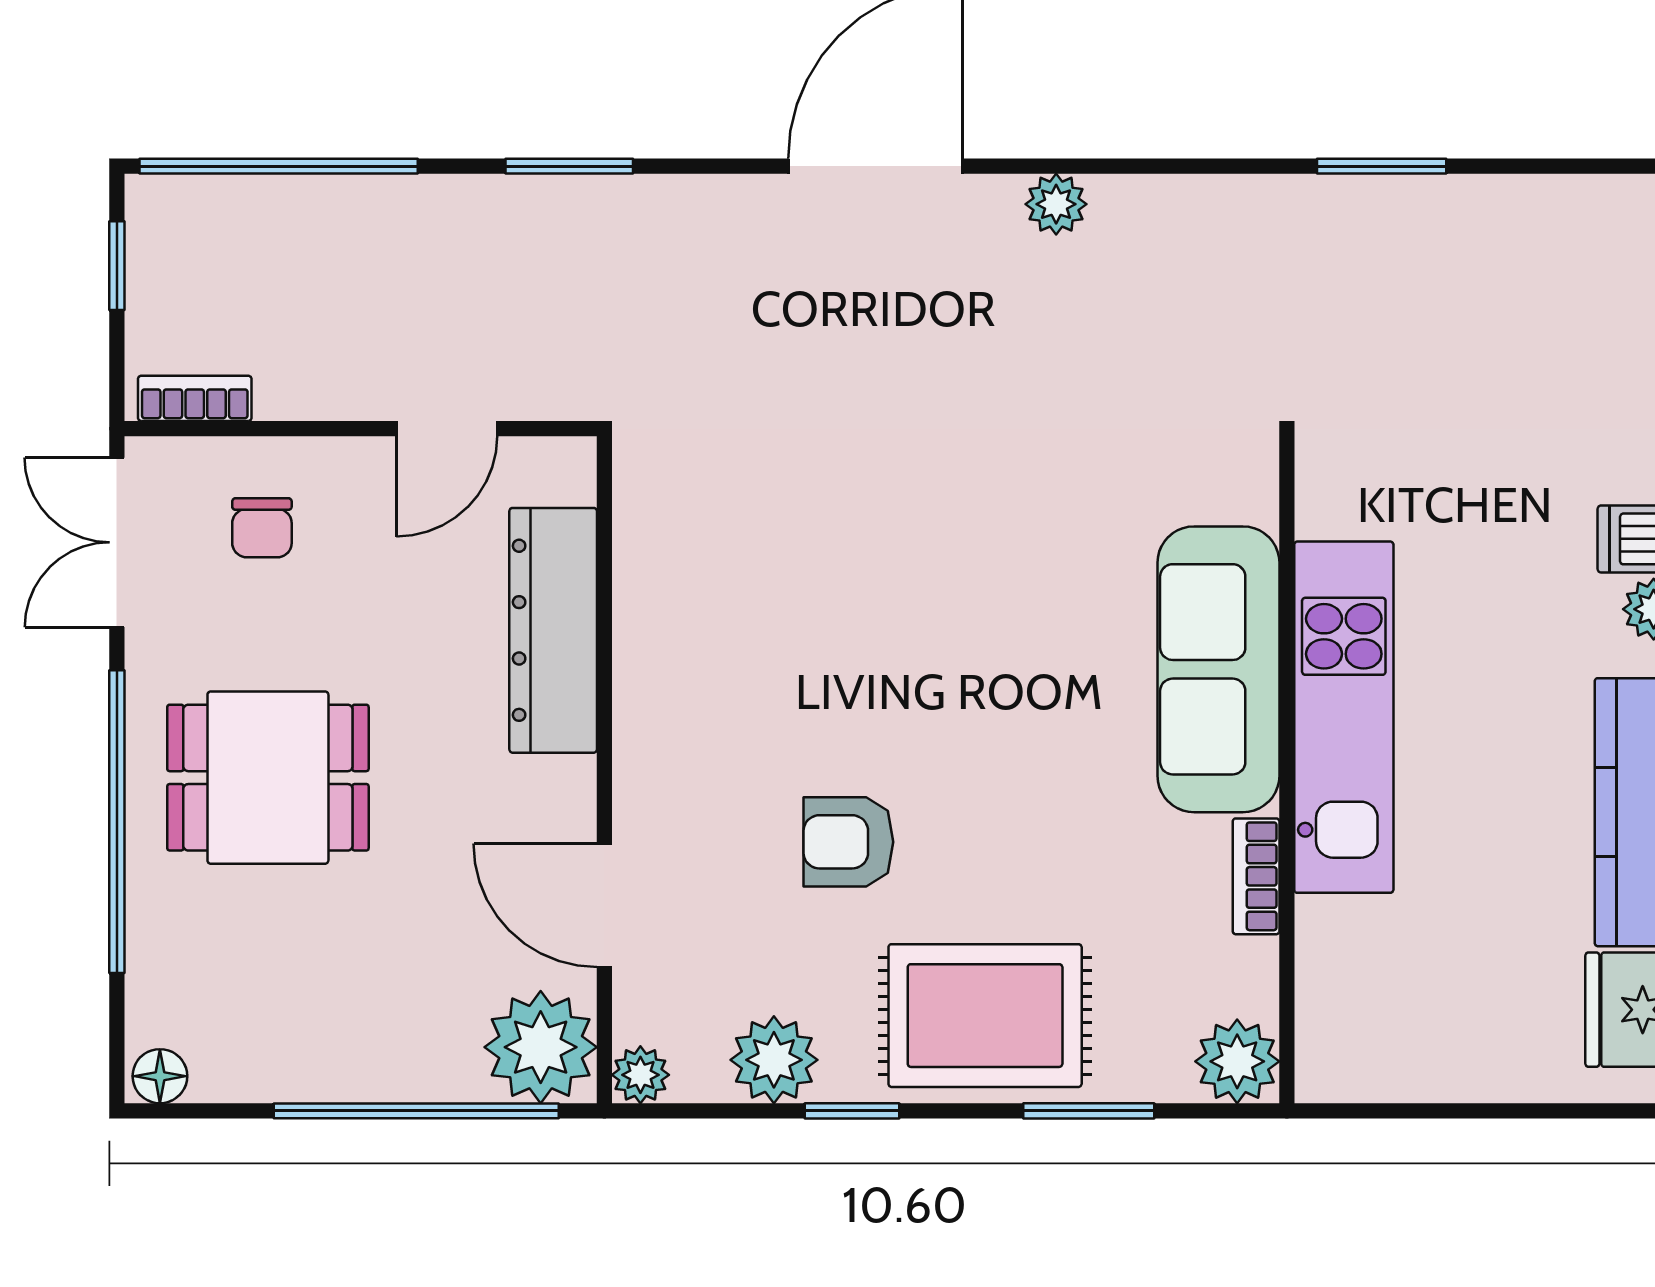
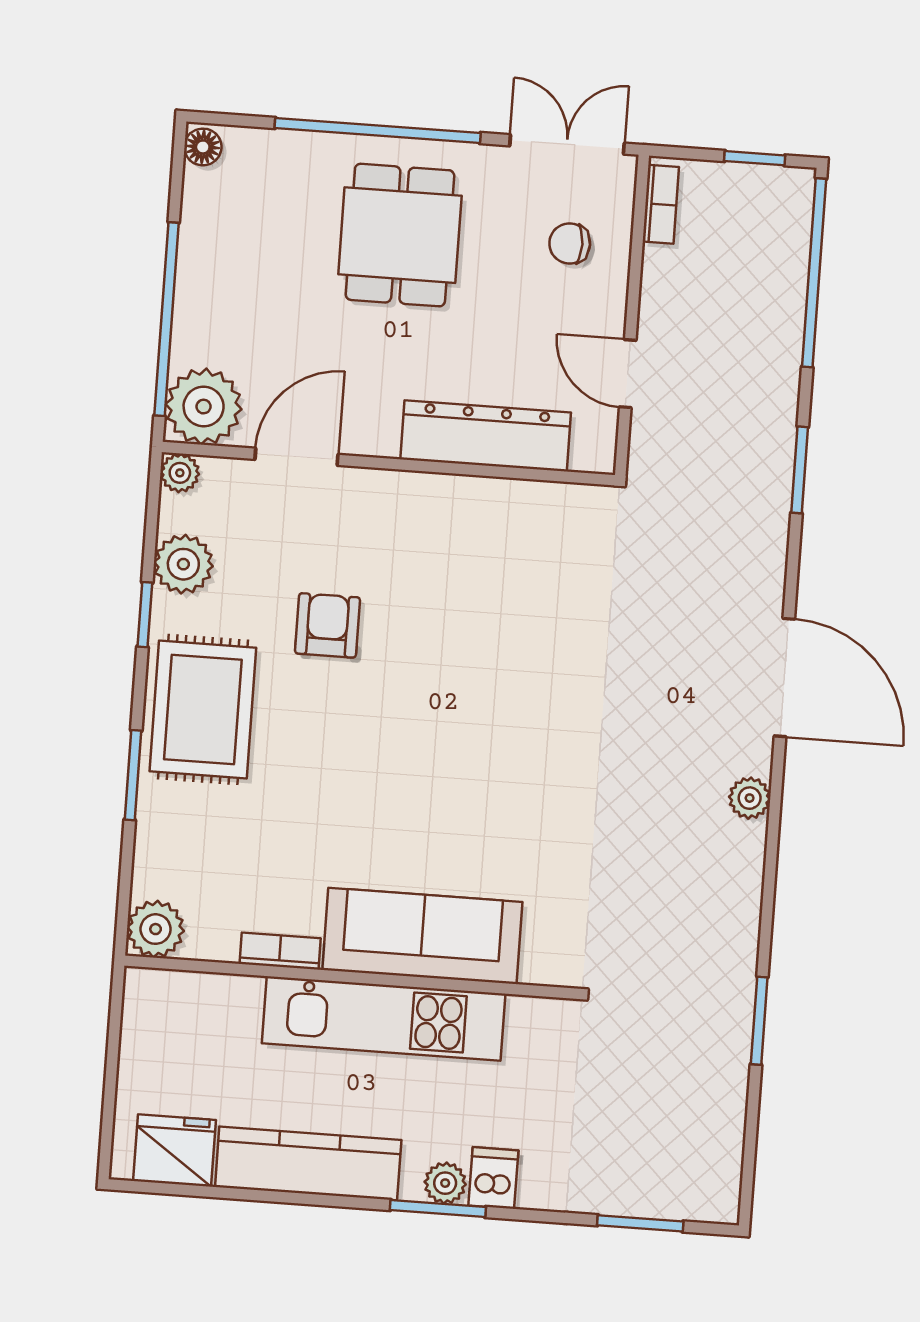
sofa: (1218, 669) -> (422, 936), moved
kitchen unit: (1344, 717) -> (384, 1018), moved
wall: (1287, 770) -> (351, 977), moved
bookcase: (1256, 876) -> (280, 951), moved
plant: (1237, 1061) -> (156, 929), moved

